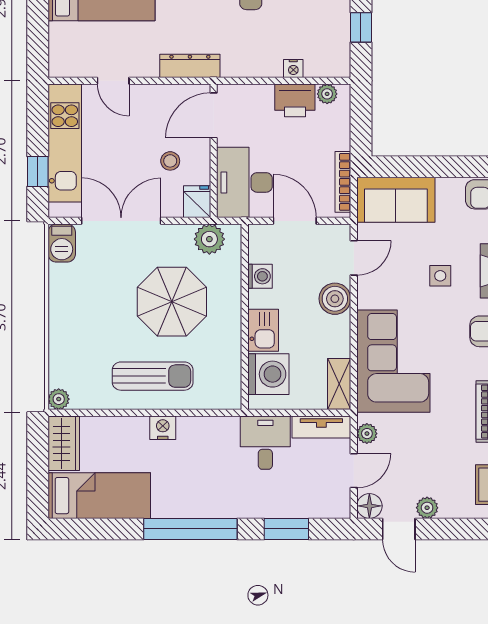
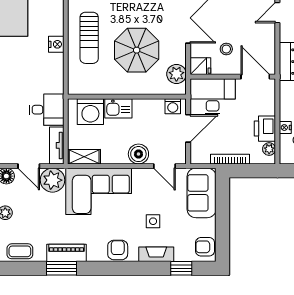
bookcase: (343, 182) -> (230, 159), moved
washing machine: (260, 276) -> (173, 106), moved
plant: (367, 434) -> (53, 180), width x1.87, depth x1.87

